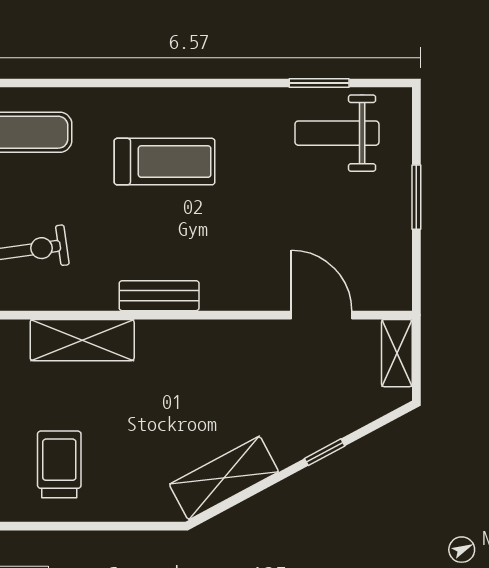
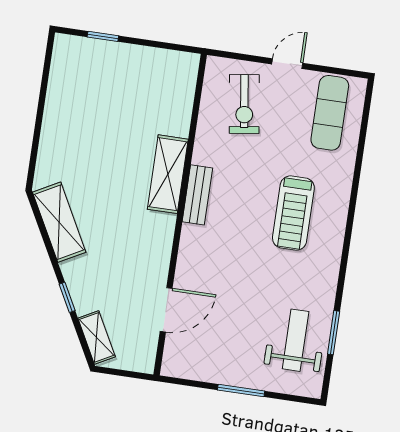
shelving: (82, 340) -> (168, 174), moved
shelving: (397, 353) -> (97, 337), moved, turned 62
trolley: (59, 464) -> (87, 105), removed

